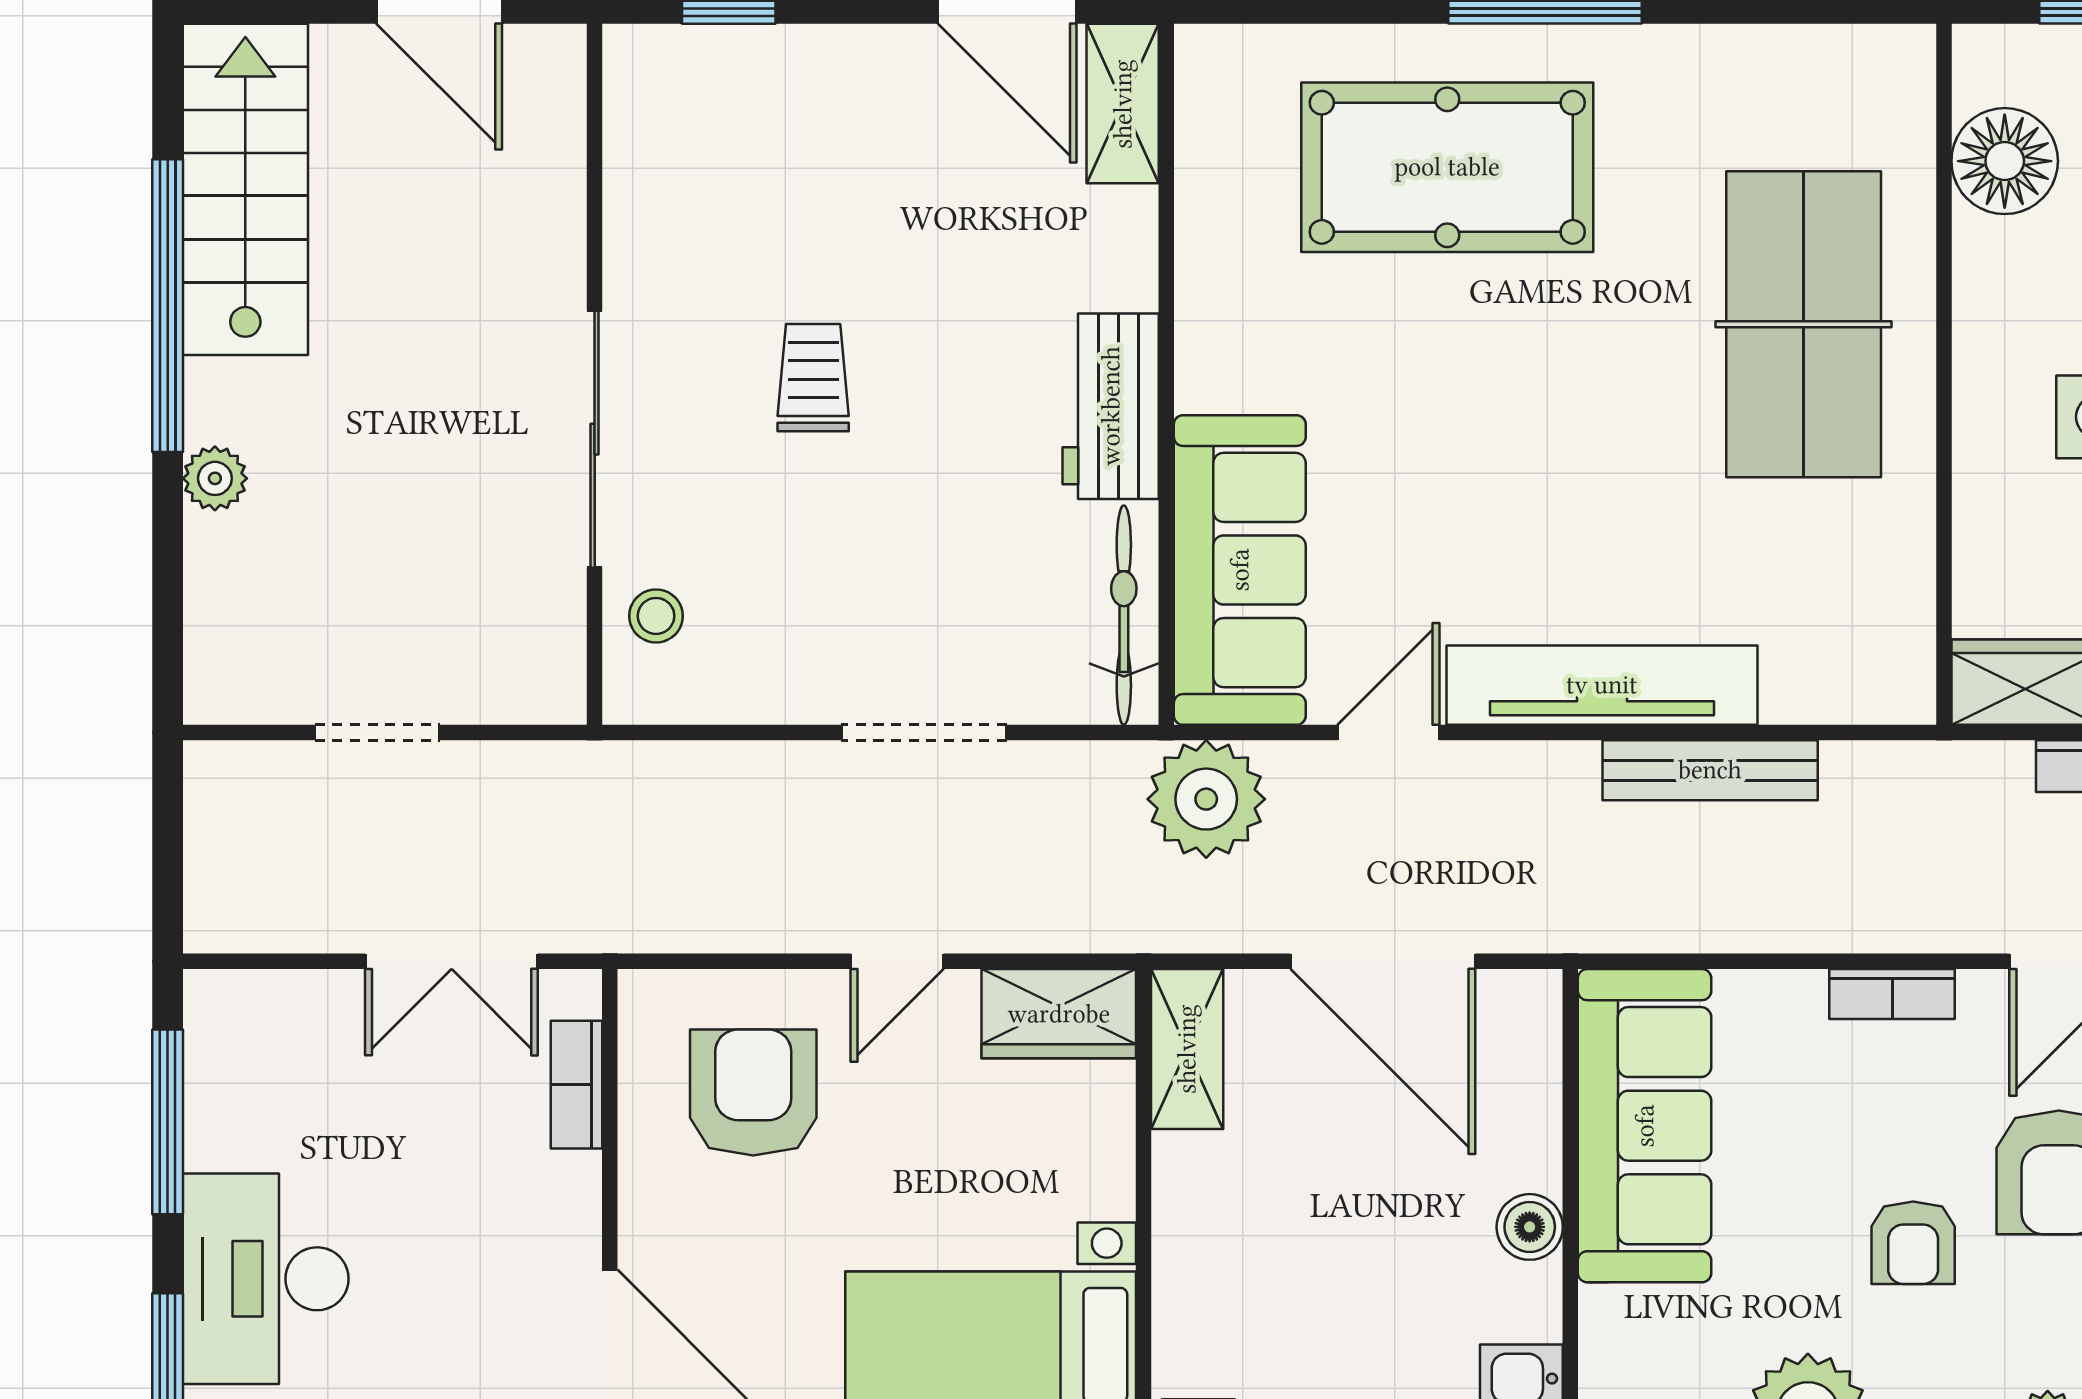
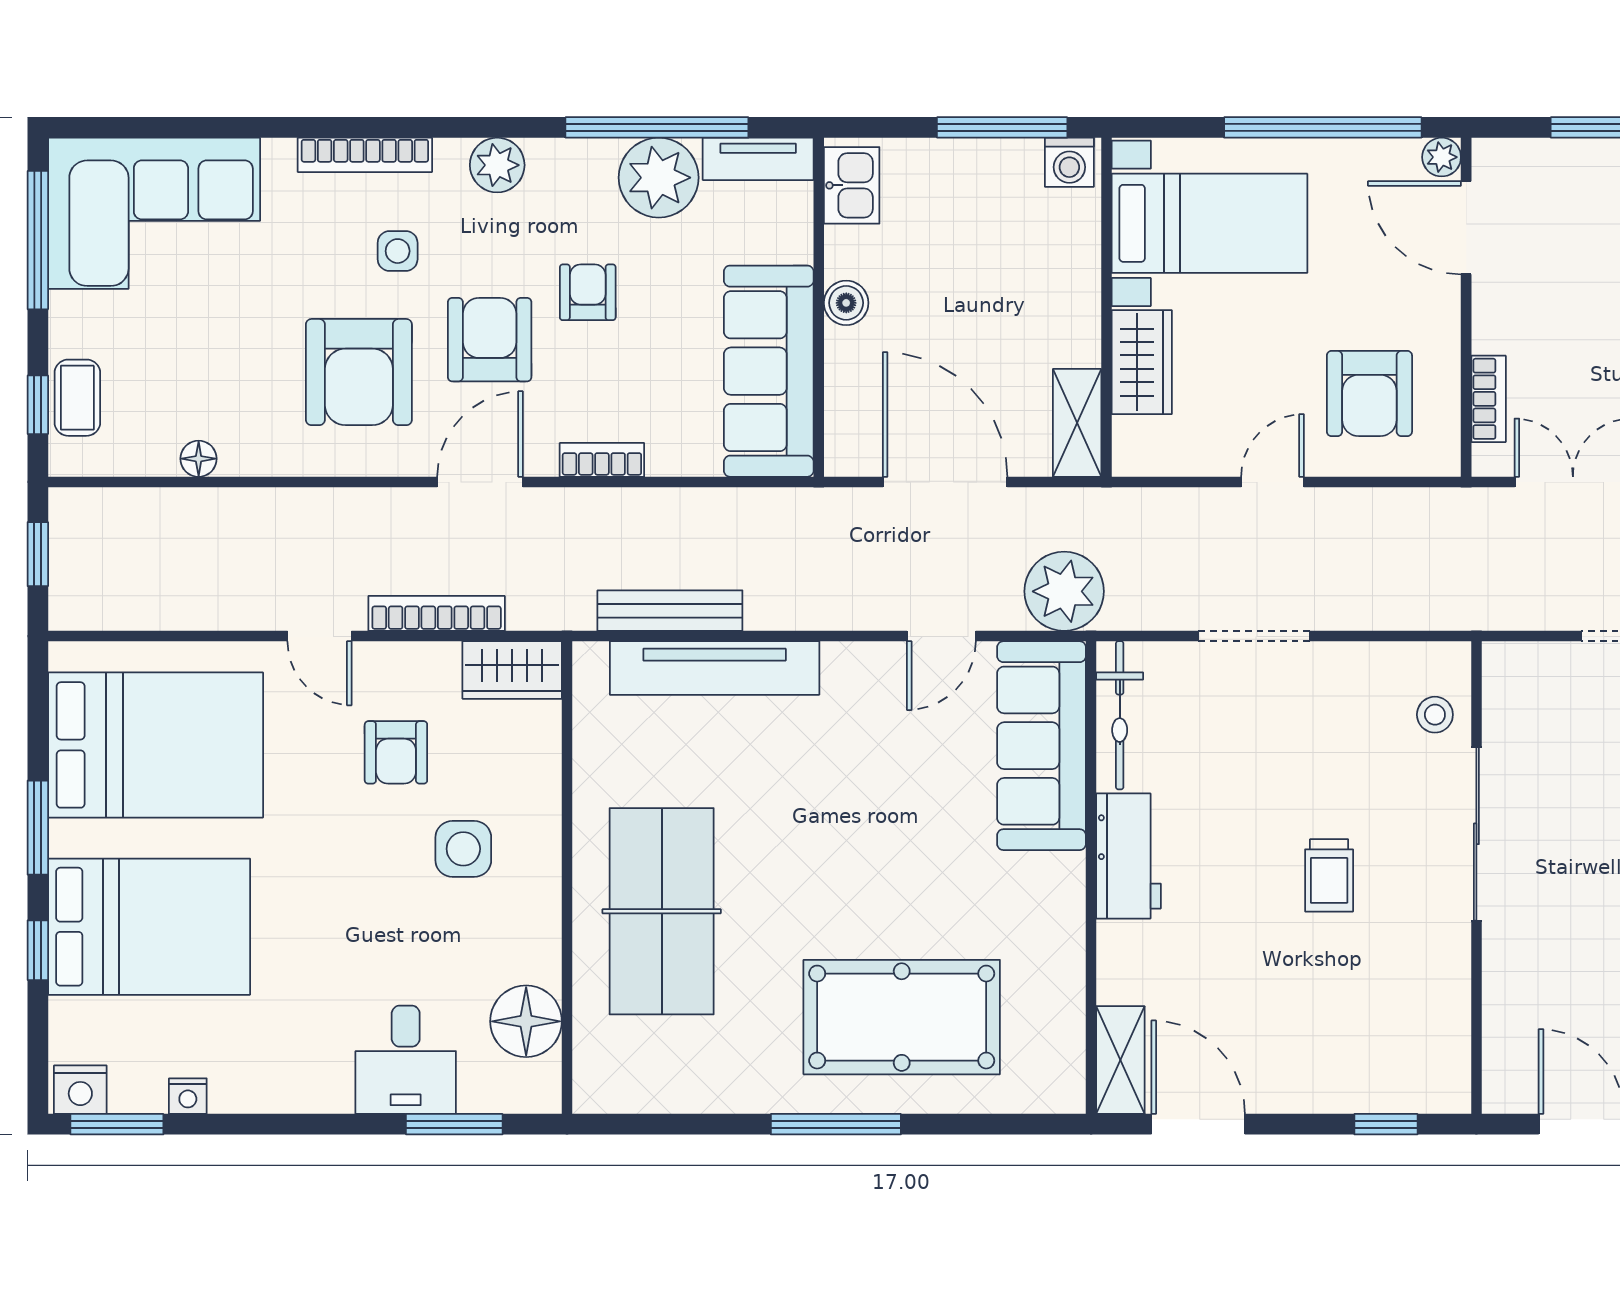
tv unit: (1602, 685) -> (715, 668), moved
bench: (1710, 770) -> (670, 611), moved
wardrobe: (1059, 1014) -> (1142, 362), moved, turned 90

